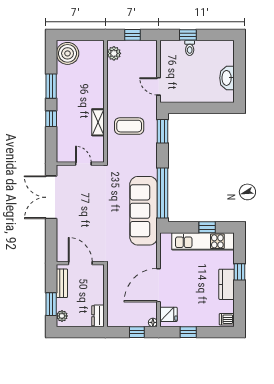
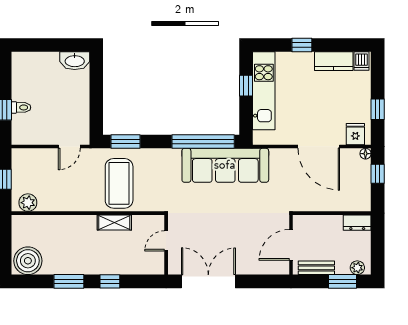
washbasin: (227, 78) -> (75, 61), moved
coffee table: (129, 126) -> (119, 183), width x1.36, depth x1.32
double door: (51, 197) -> (208, 281), swing flipped
kitchen counter: (227, 284) -> (334, 61), moved

